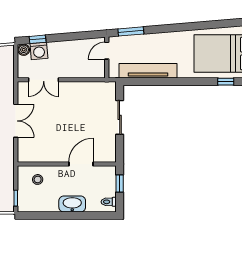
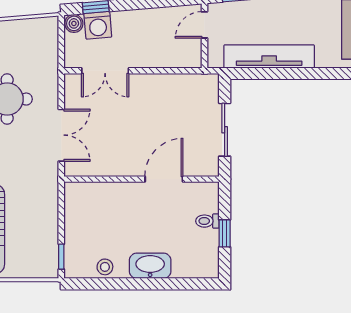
wall: (67, 164) -> (142, 179), moved
door: (81, 164) -> (164, 179), moved
stool: (38, 179) -> (105, 267), moved
toilet: (109, 202) -> (207, 221), moved

